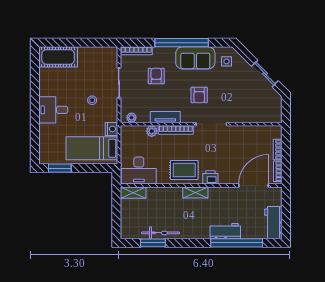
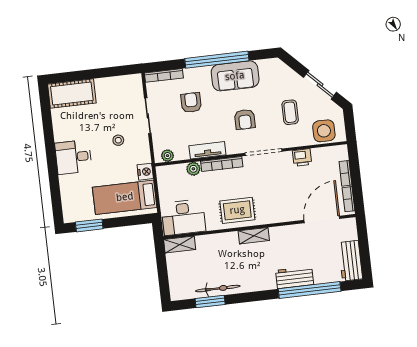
side table: (227, 61) -> (324, 131), moved, width x1.87, depth x1.87
coffee table: (238, 93) -> (290, 112), added
printer: (210, 177) -> (302, 158), moved, turned 180

